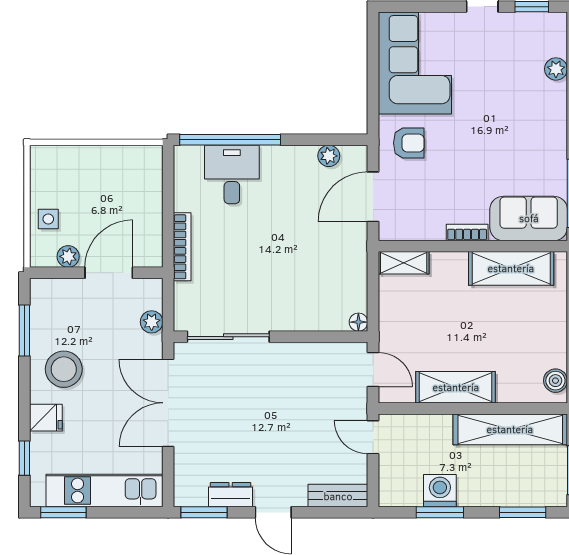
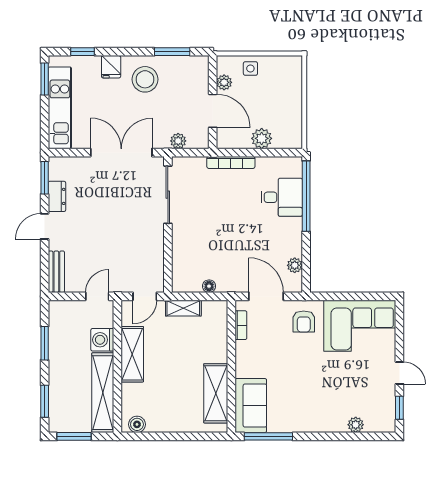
plant: (148, 203) -> (262, 138), added
bookcase: (467, 233) -> (241, 325), moved
shelving: (404, 263) -> (183, 308), moved, turned 90
floor lamp: (358, 322) -> (209, 286), moved
washing machine: (440, 491) -> (102, 340), moved, turned 180

